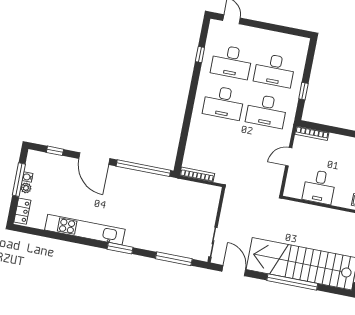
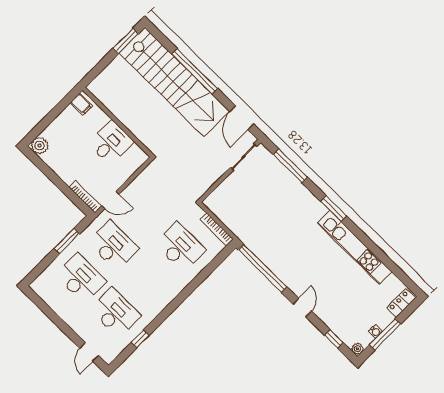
window: (303, 91) -> (67, 241), width x1.50
desk: (224, 103) -> (180, 247), moved
door: (289, 157) -> (110, 200), moved
door: (94, 159) -> (302, 307), width x0.53
plant: (26, 188) -> (357, 349), moved

